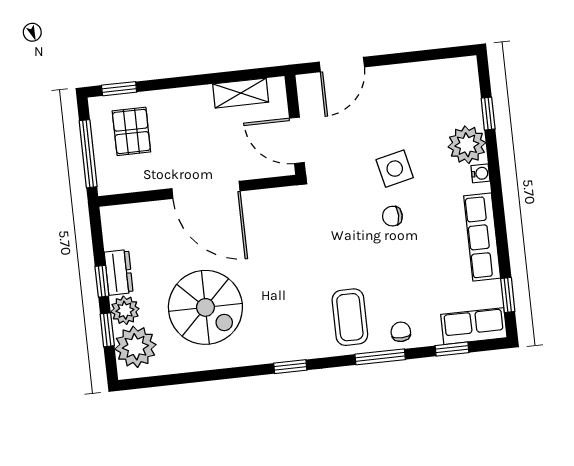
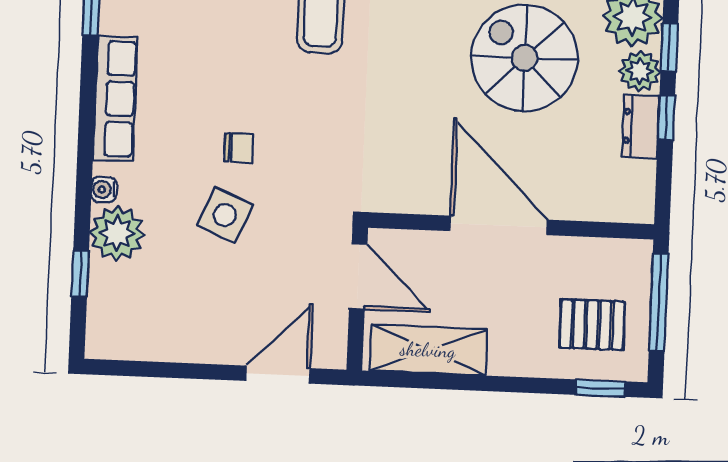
shelving: (241, 93) -> (428, 350), width x1.50, depth x1.33
pallet: (131, 131) -> (592, 325), turned 90
side table: (395, 169) -> (225, 215), turned 36

